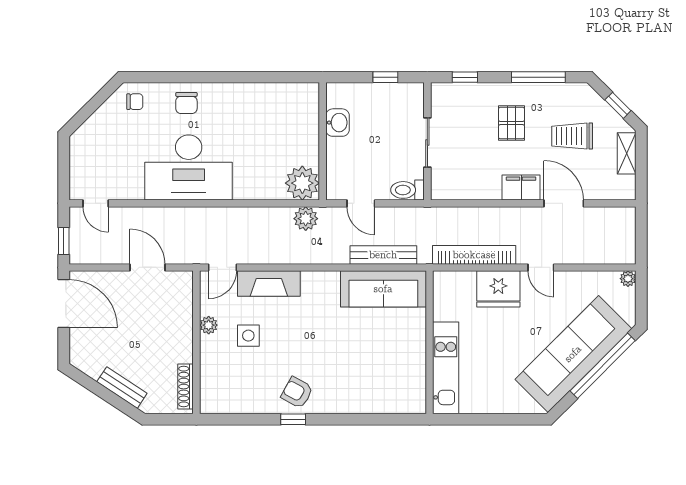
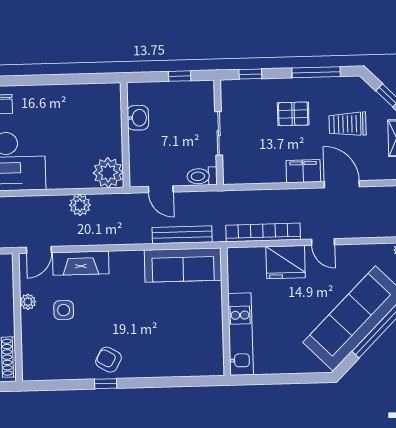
pallet: (511, 123) -> (293, 114), turned 90
plant: (306, 219) -> (80, 205), moved

